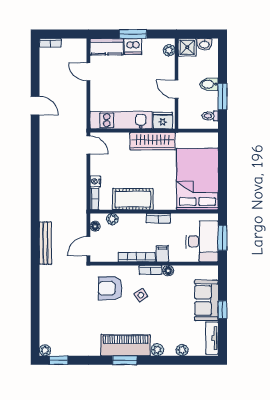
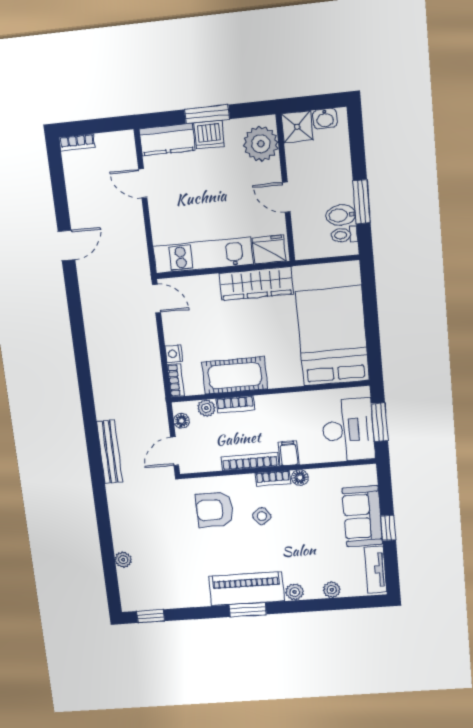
plant: (169, 50) -> (261, 144), width x1.88, depth x1.88
bidet: (209, 84) -> (341, 215), moved
door: (35, 106) -> (66, 246), hinge flipped
bookcase: (158, 218) -> (235, 404), moved
plant: (45, 350) -> (123, 560), moved

